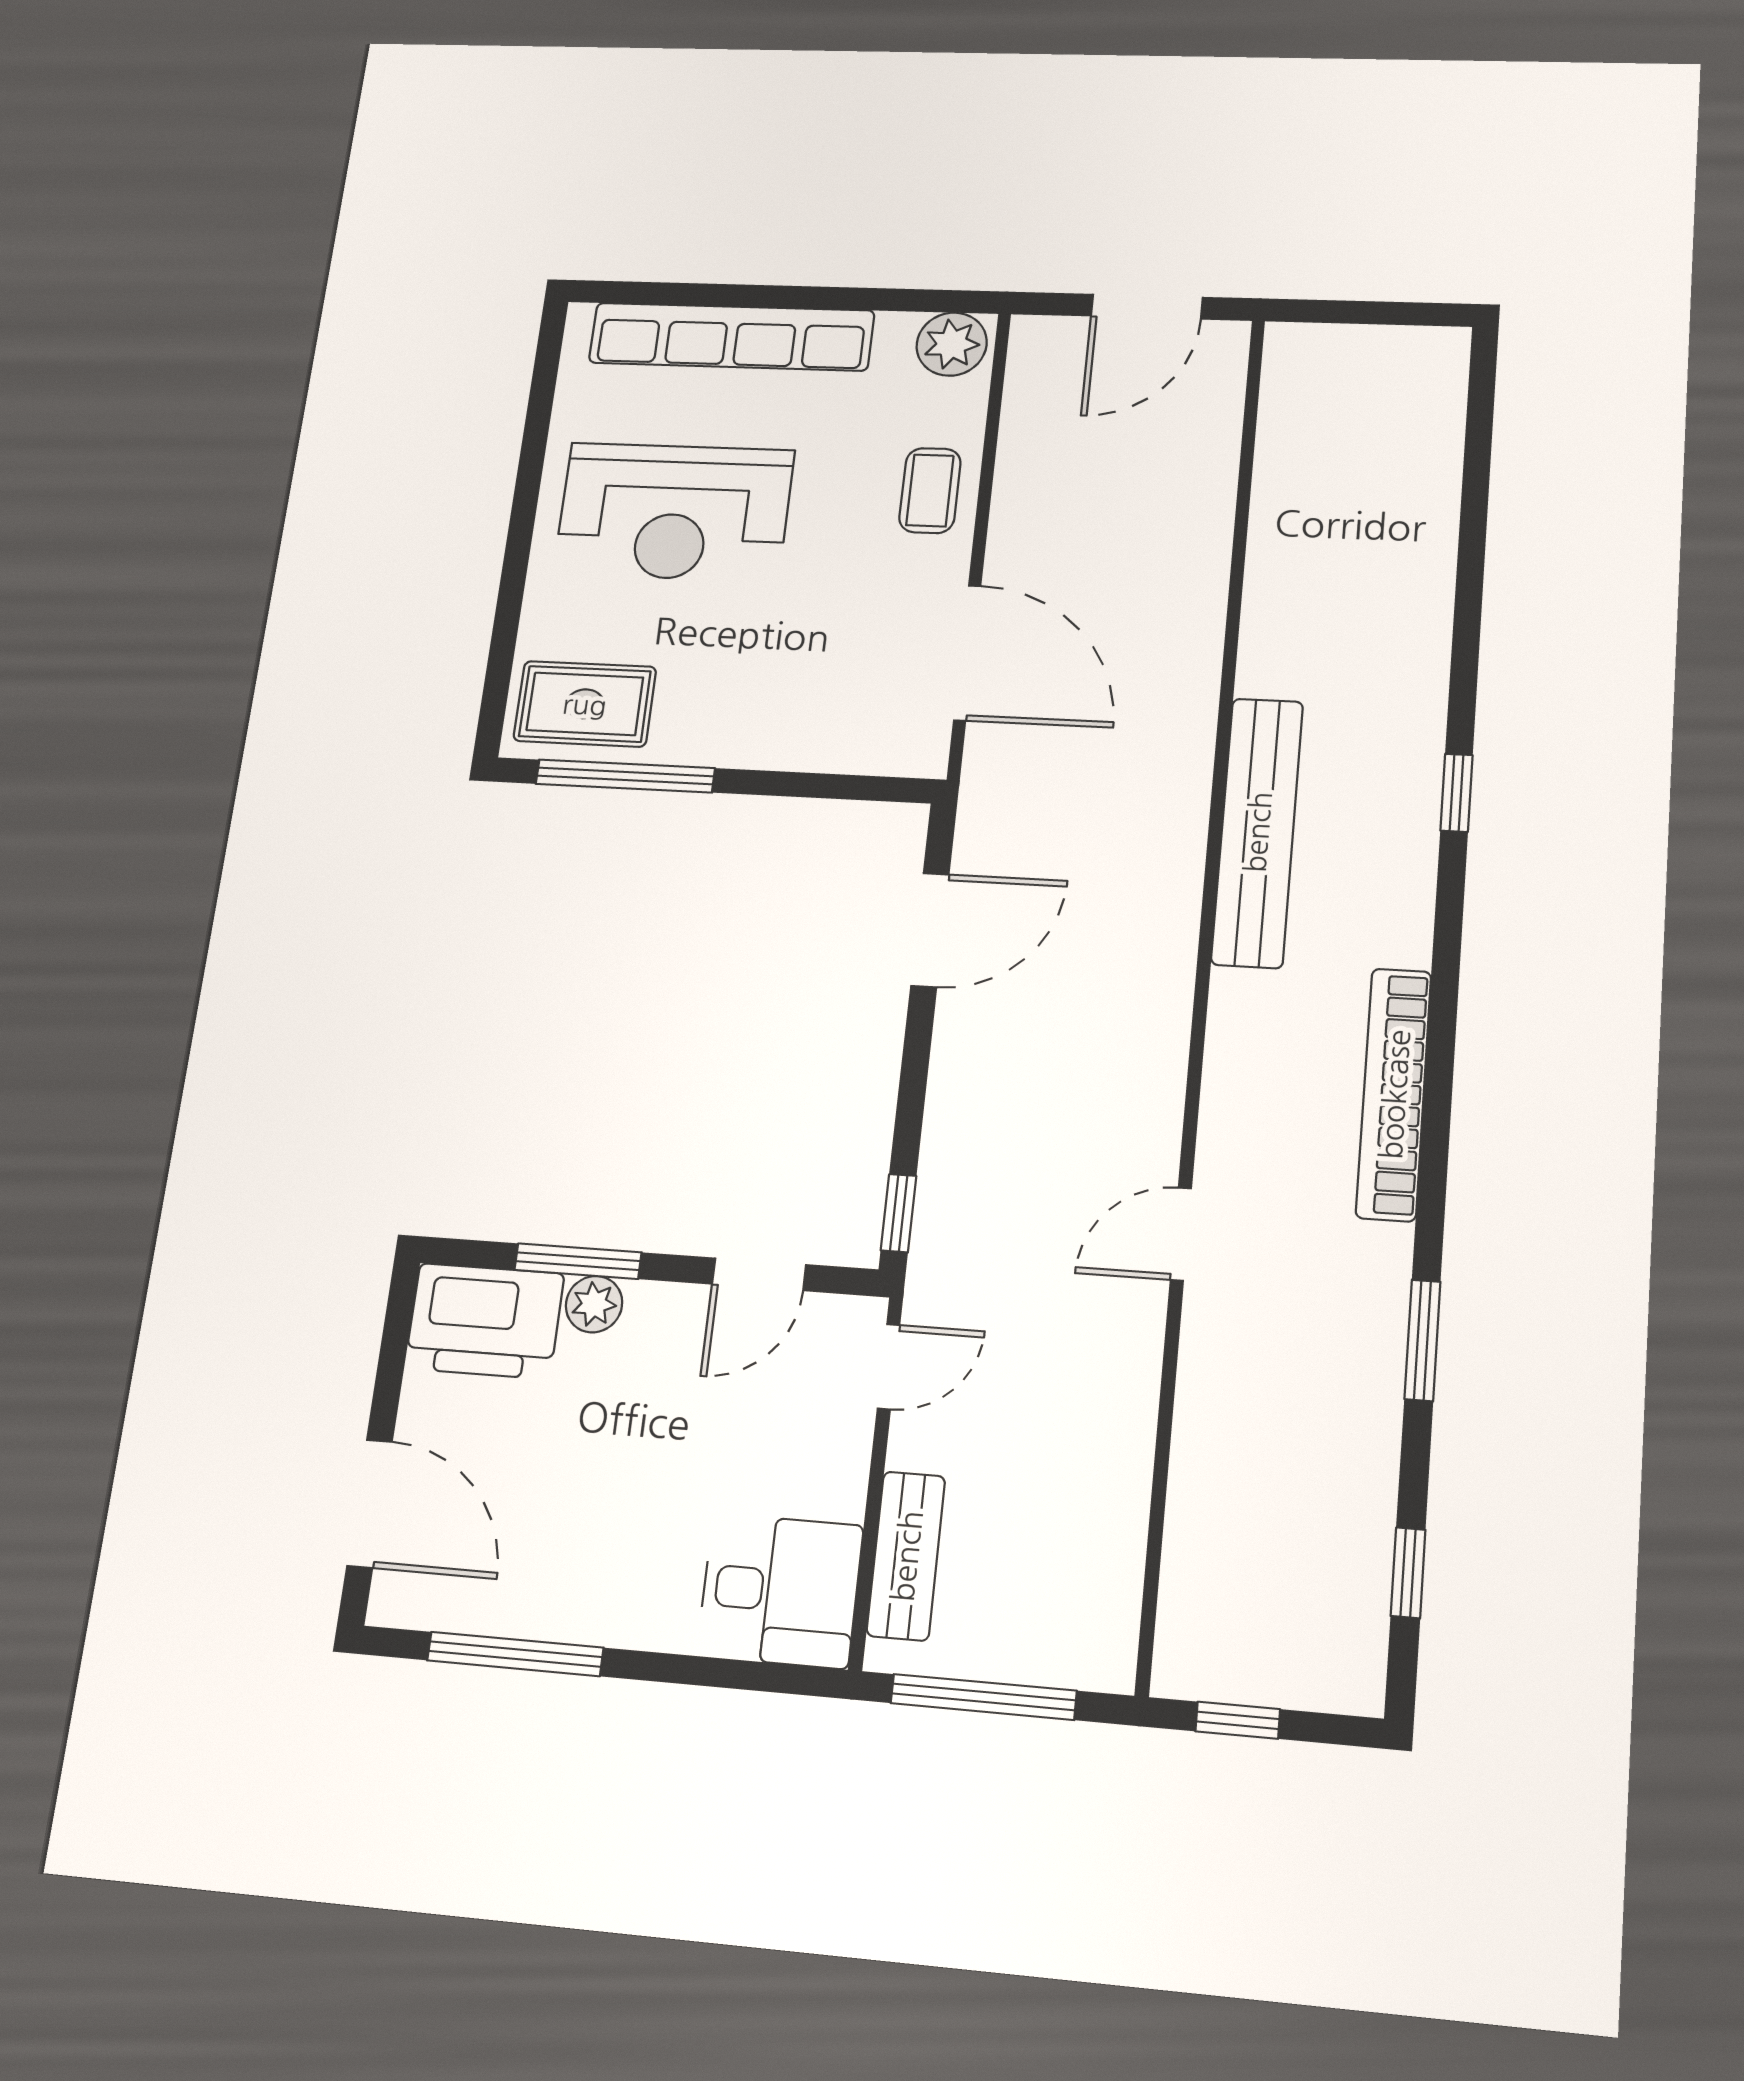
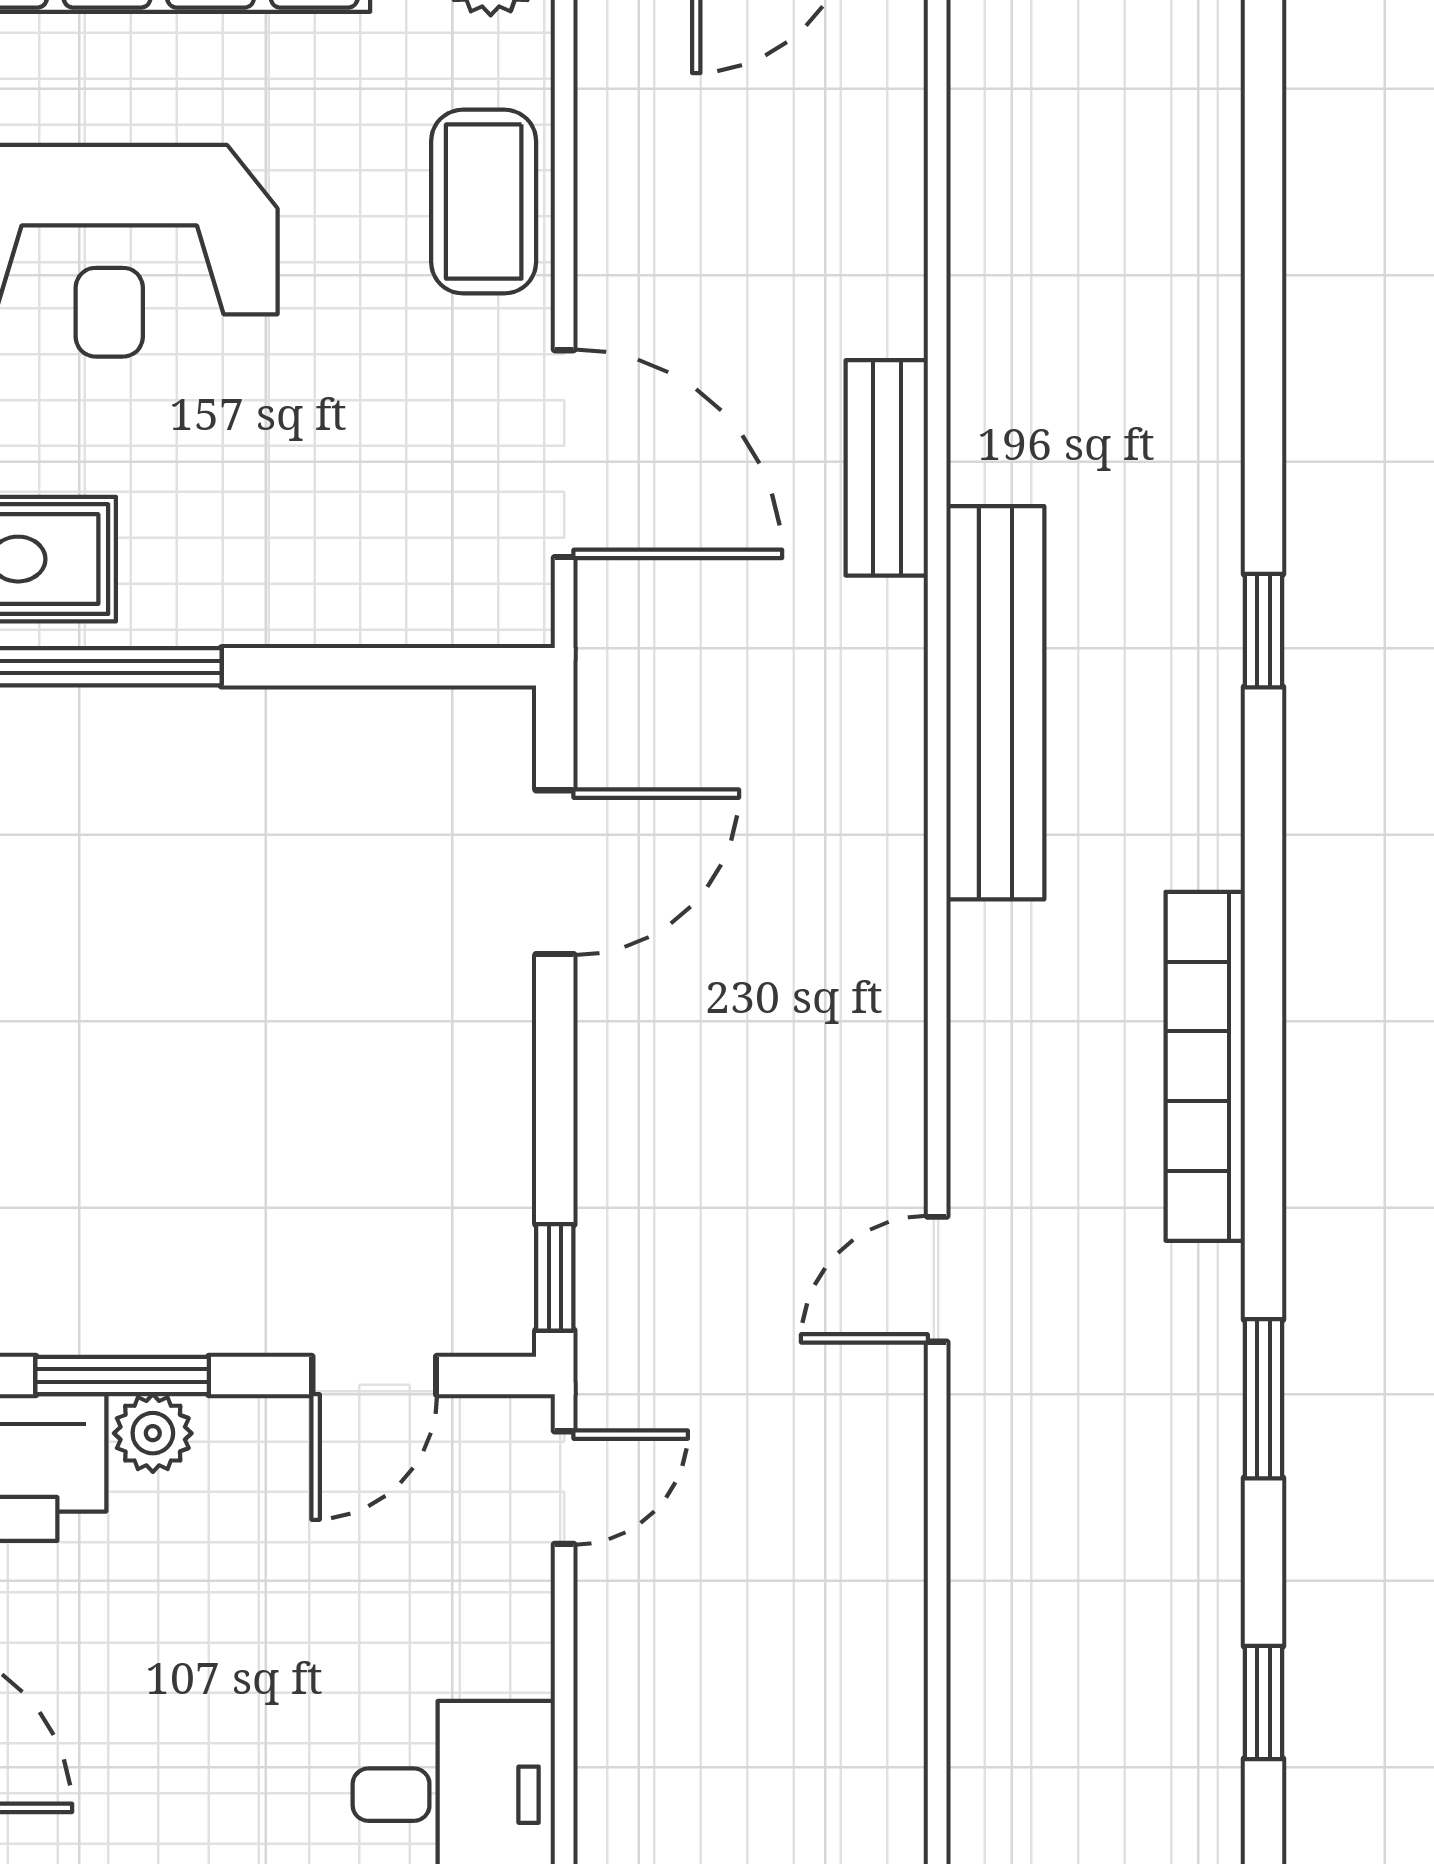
coffee table: (930, 490) -> (484, 202), width x1.36, depth x1.30
bench: (906, 1556) -> (887, 468), moved

